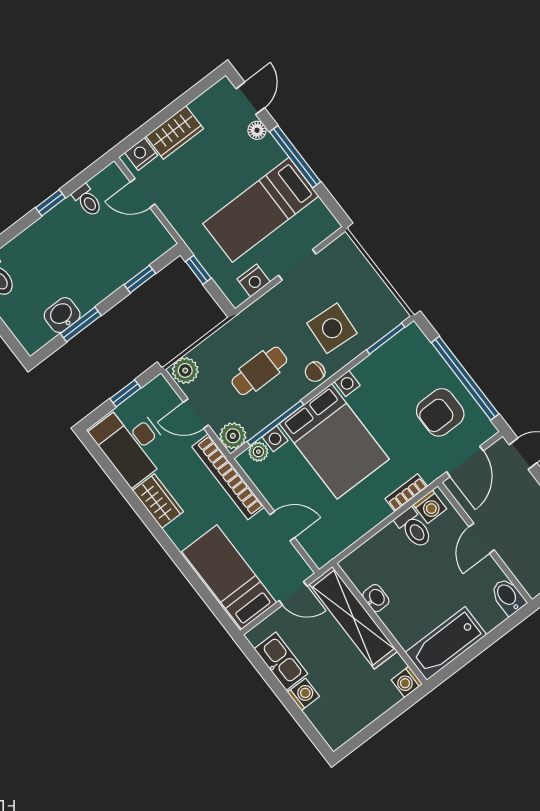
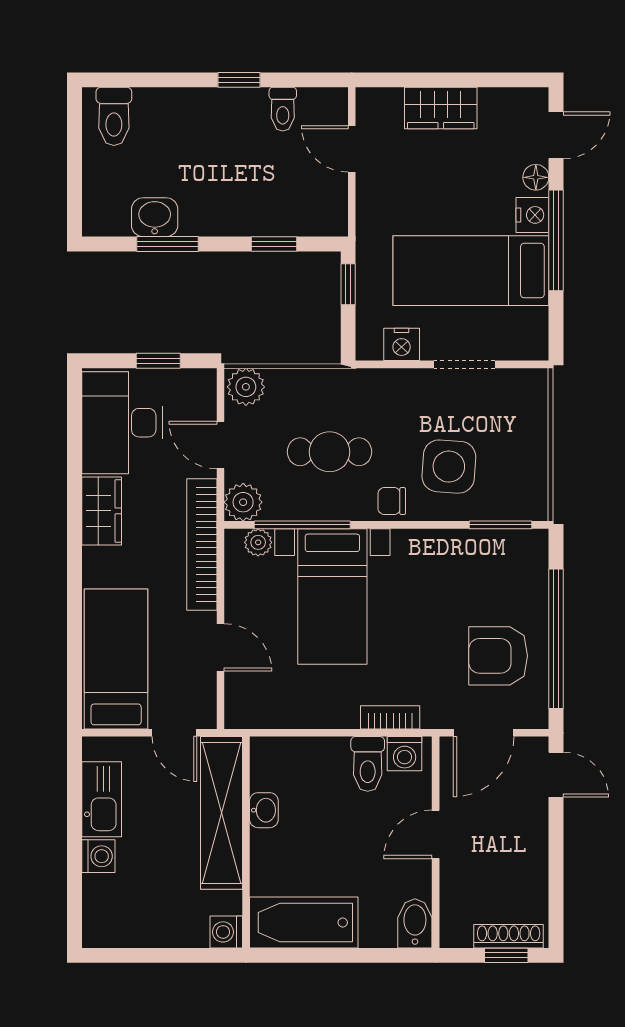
nightstand: (141, 154) -> (532, 215), moved, turned 90
bed with nightstands: (334, 441) -> (332, 597), width x0.73

